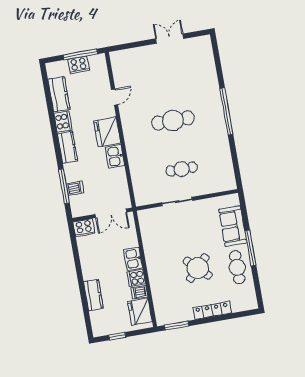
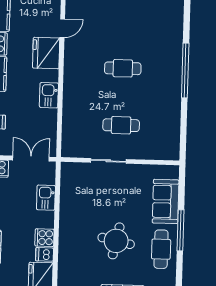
cafe table: (173, 120) -> (123, 68), width x0.73, depth x0.74
fridge: (107, 132) -> (46, 53), moved
double door: (111, 213) -> (31, 159), swing flipped
kitchen sink: (133, 259) -> (46, 198), moved
round table: (198, 268) -> (116, 241), turned -32

